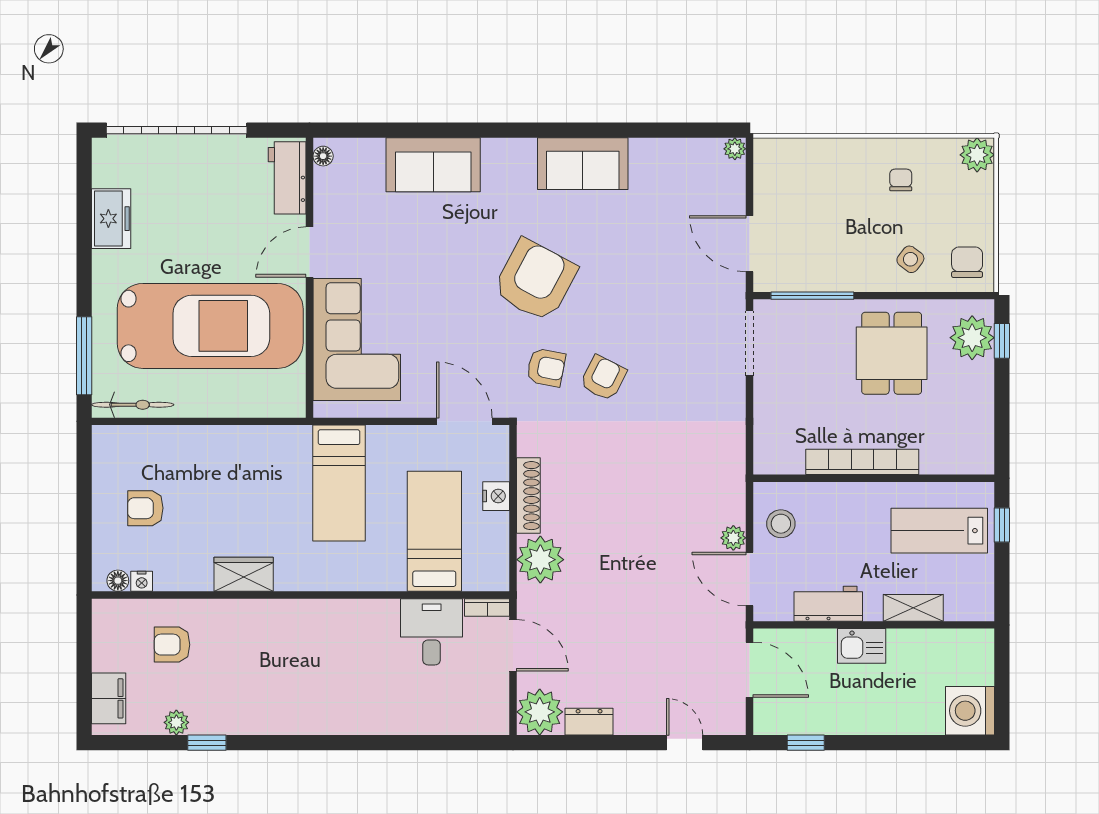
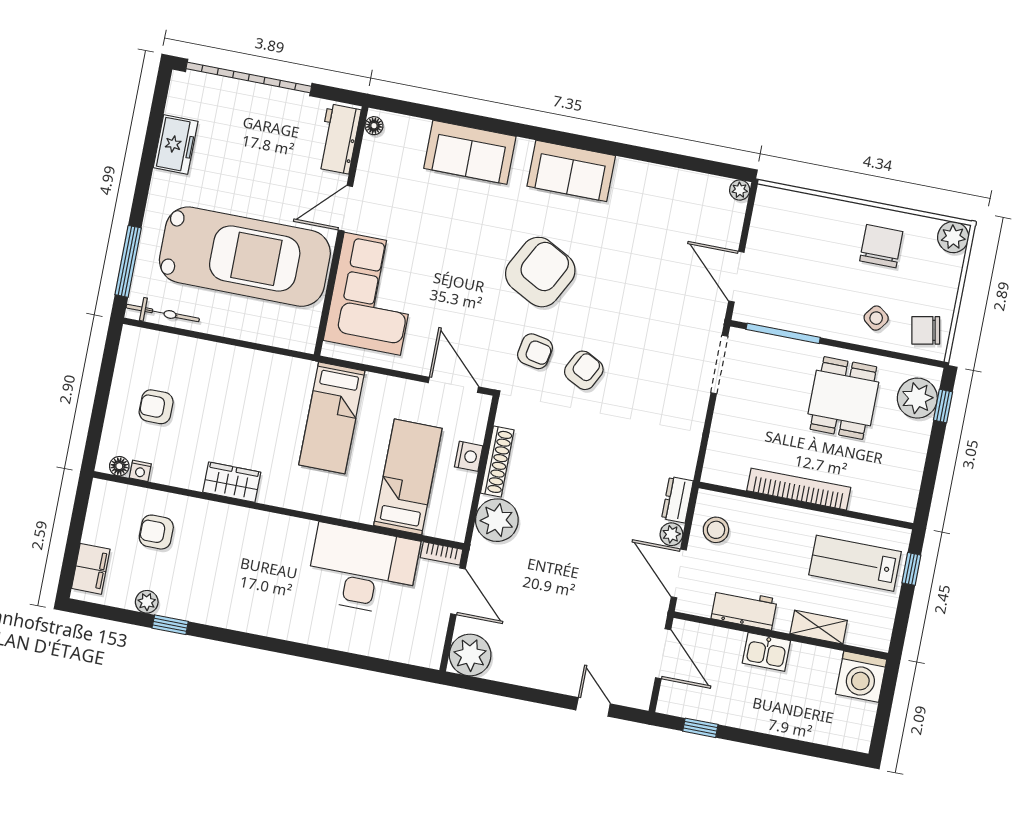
sofa: (583, 164) -> (571, 171), moved
chair: (901, 180) -> (881, 246), width x1.87, depth x1.87
chair: (967, 262) -> (926, 330), turned -101
desk: (432, 632) -> (363, 570), width x1.87, depth x1.30
washing machine: (970, 711) -> (861, 677), moved, turned -90
dresser: (589, 722) -> (677, 500), moved, turned -90

